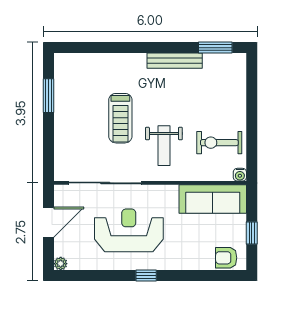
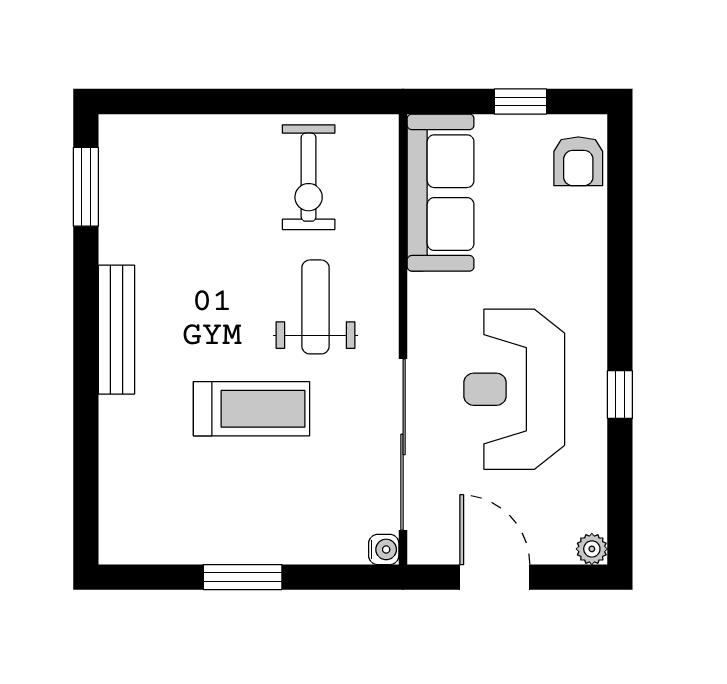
bench: (175, 61) -> (117, 330), moved
window: (49, 96) -> (243, 577), moved
weight bench: (164, 146) -> (315, 307), turned -90
water cooler: (240, 175) -> (384, 549), moved
window: (146, 276) -> (620, 395), moved

